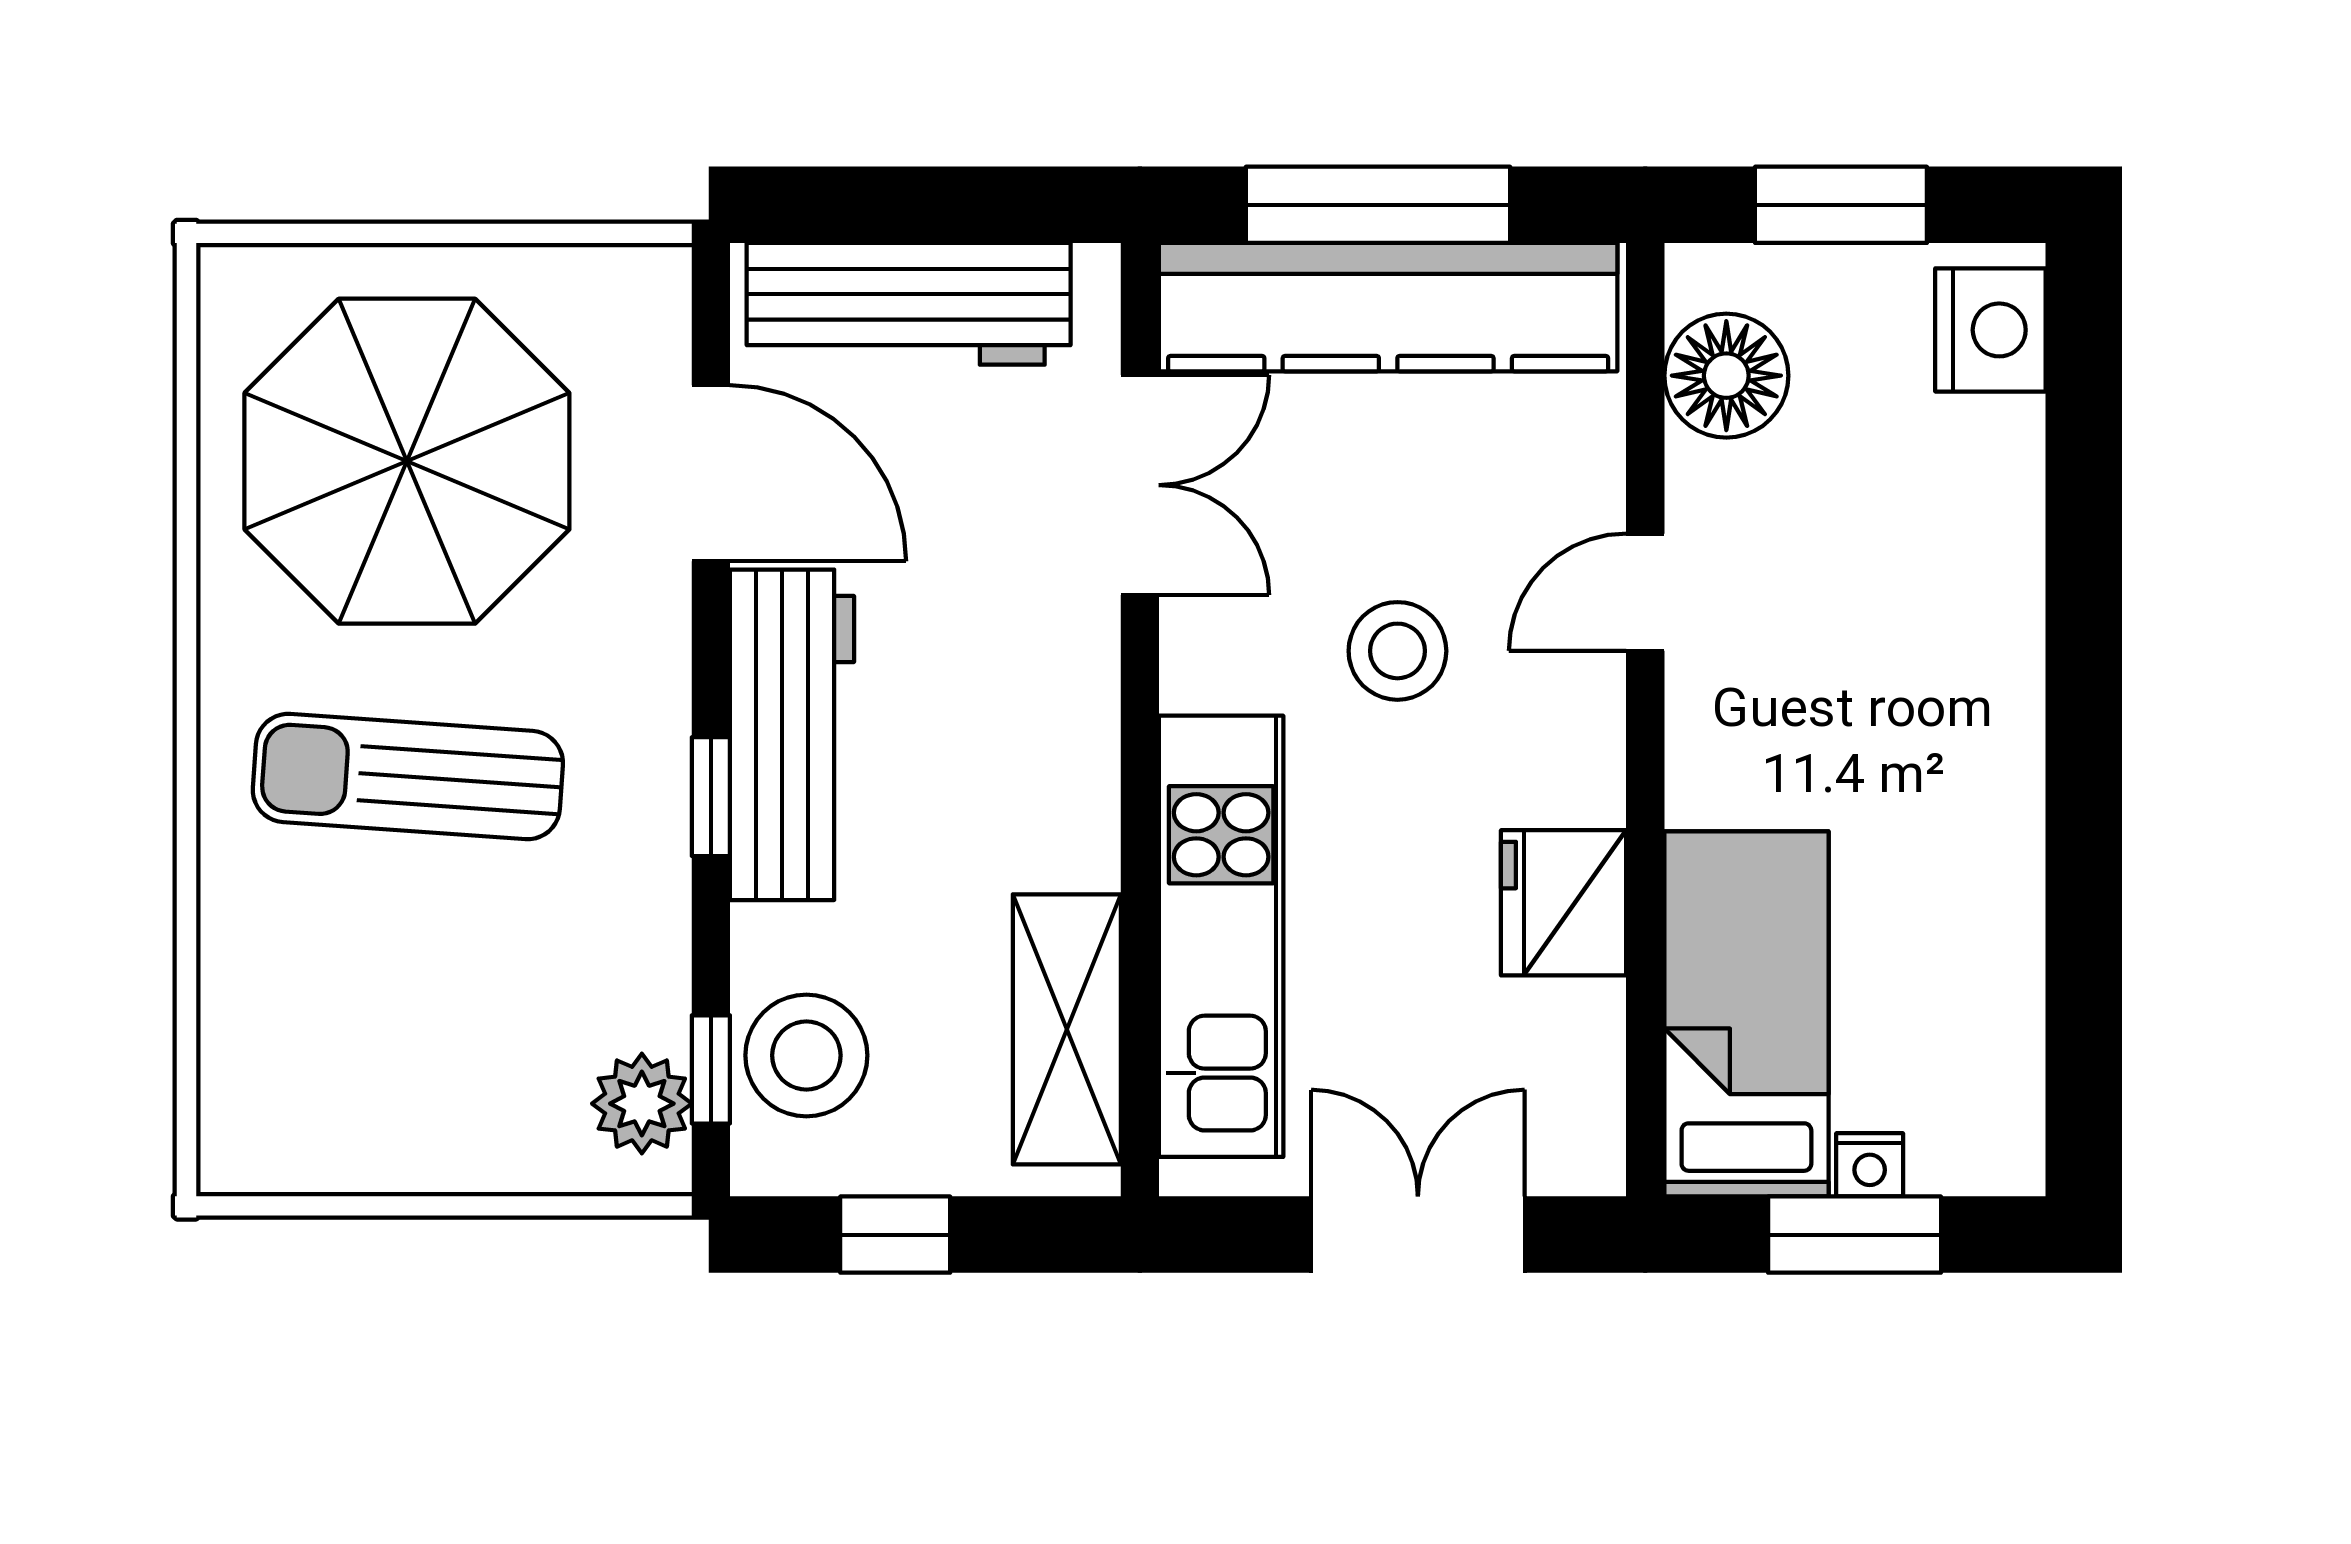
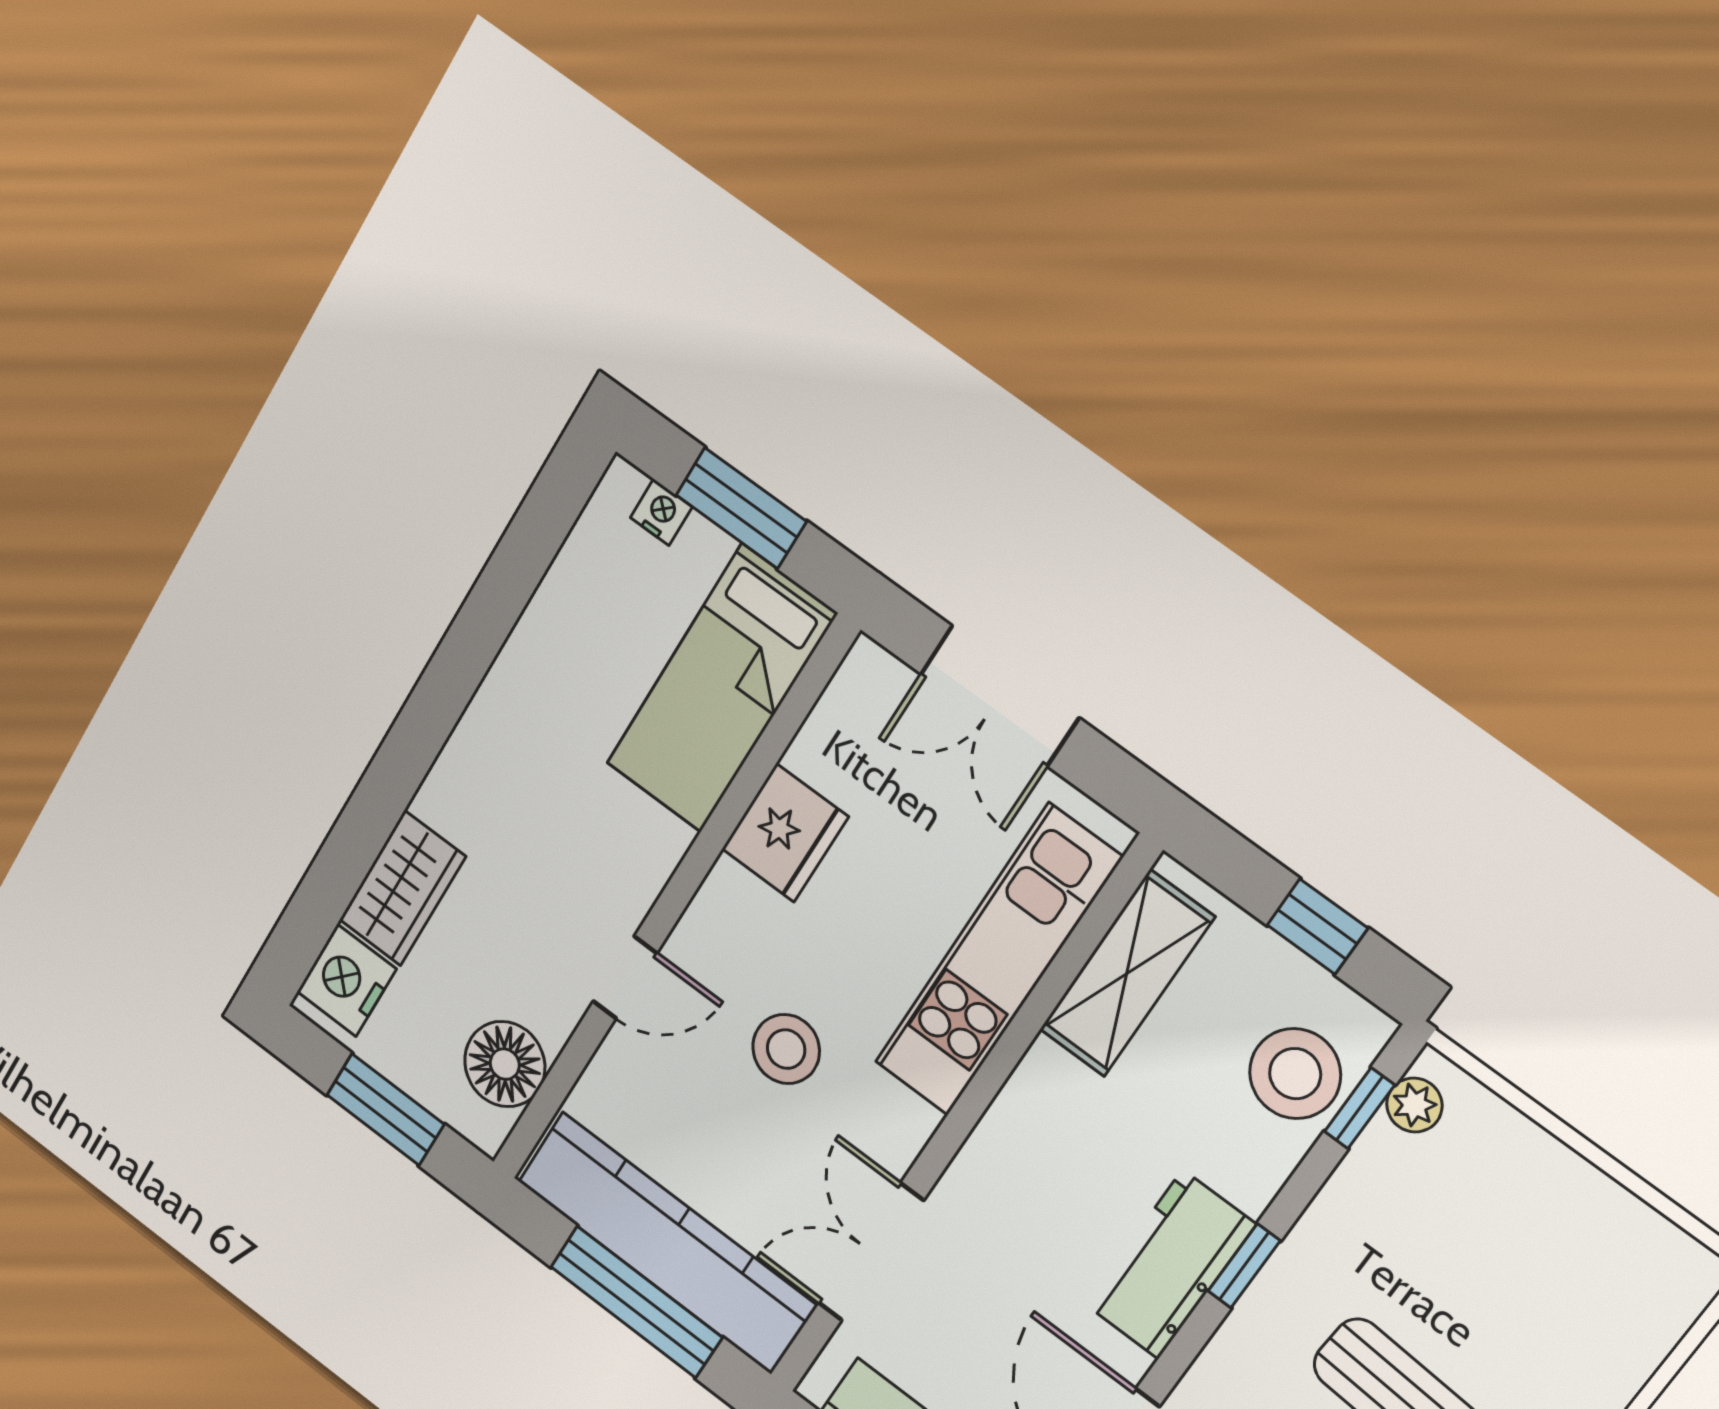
wardrobe: (1989, 496) -> (402, 888), added
workbench: (792, 735) -> (1170, 1265), width x0.73
plant: (642, 1104) -> (1414, 1105), width x0.73, depth x0.73
nightstand: (1870, 1165) -> (661, 512), moved

